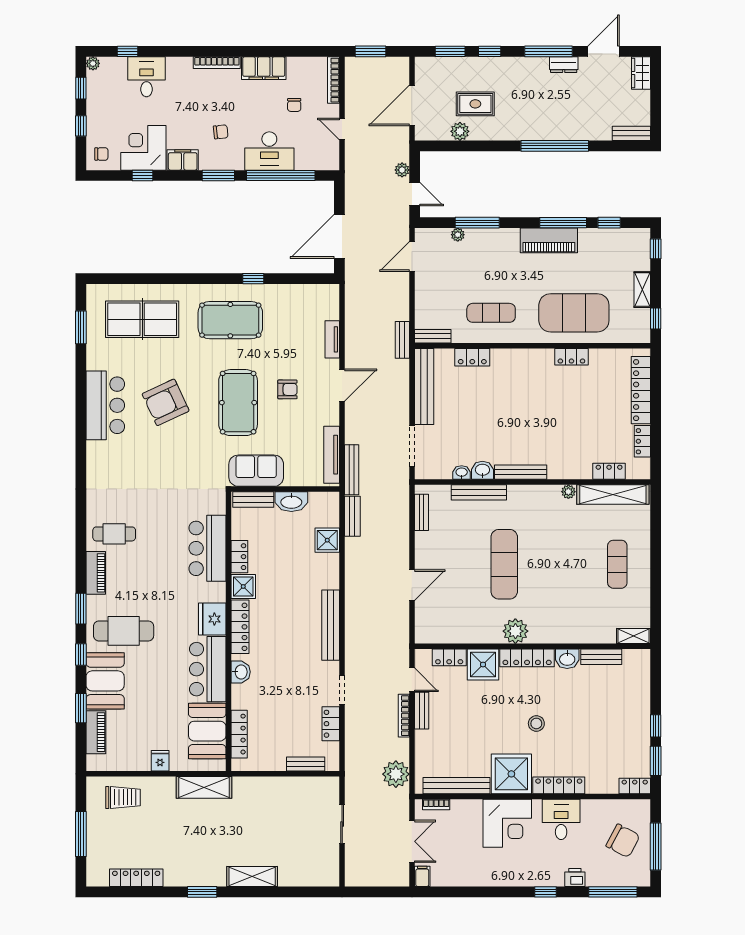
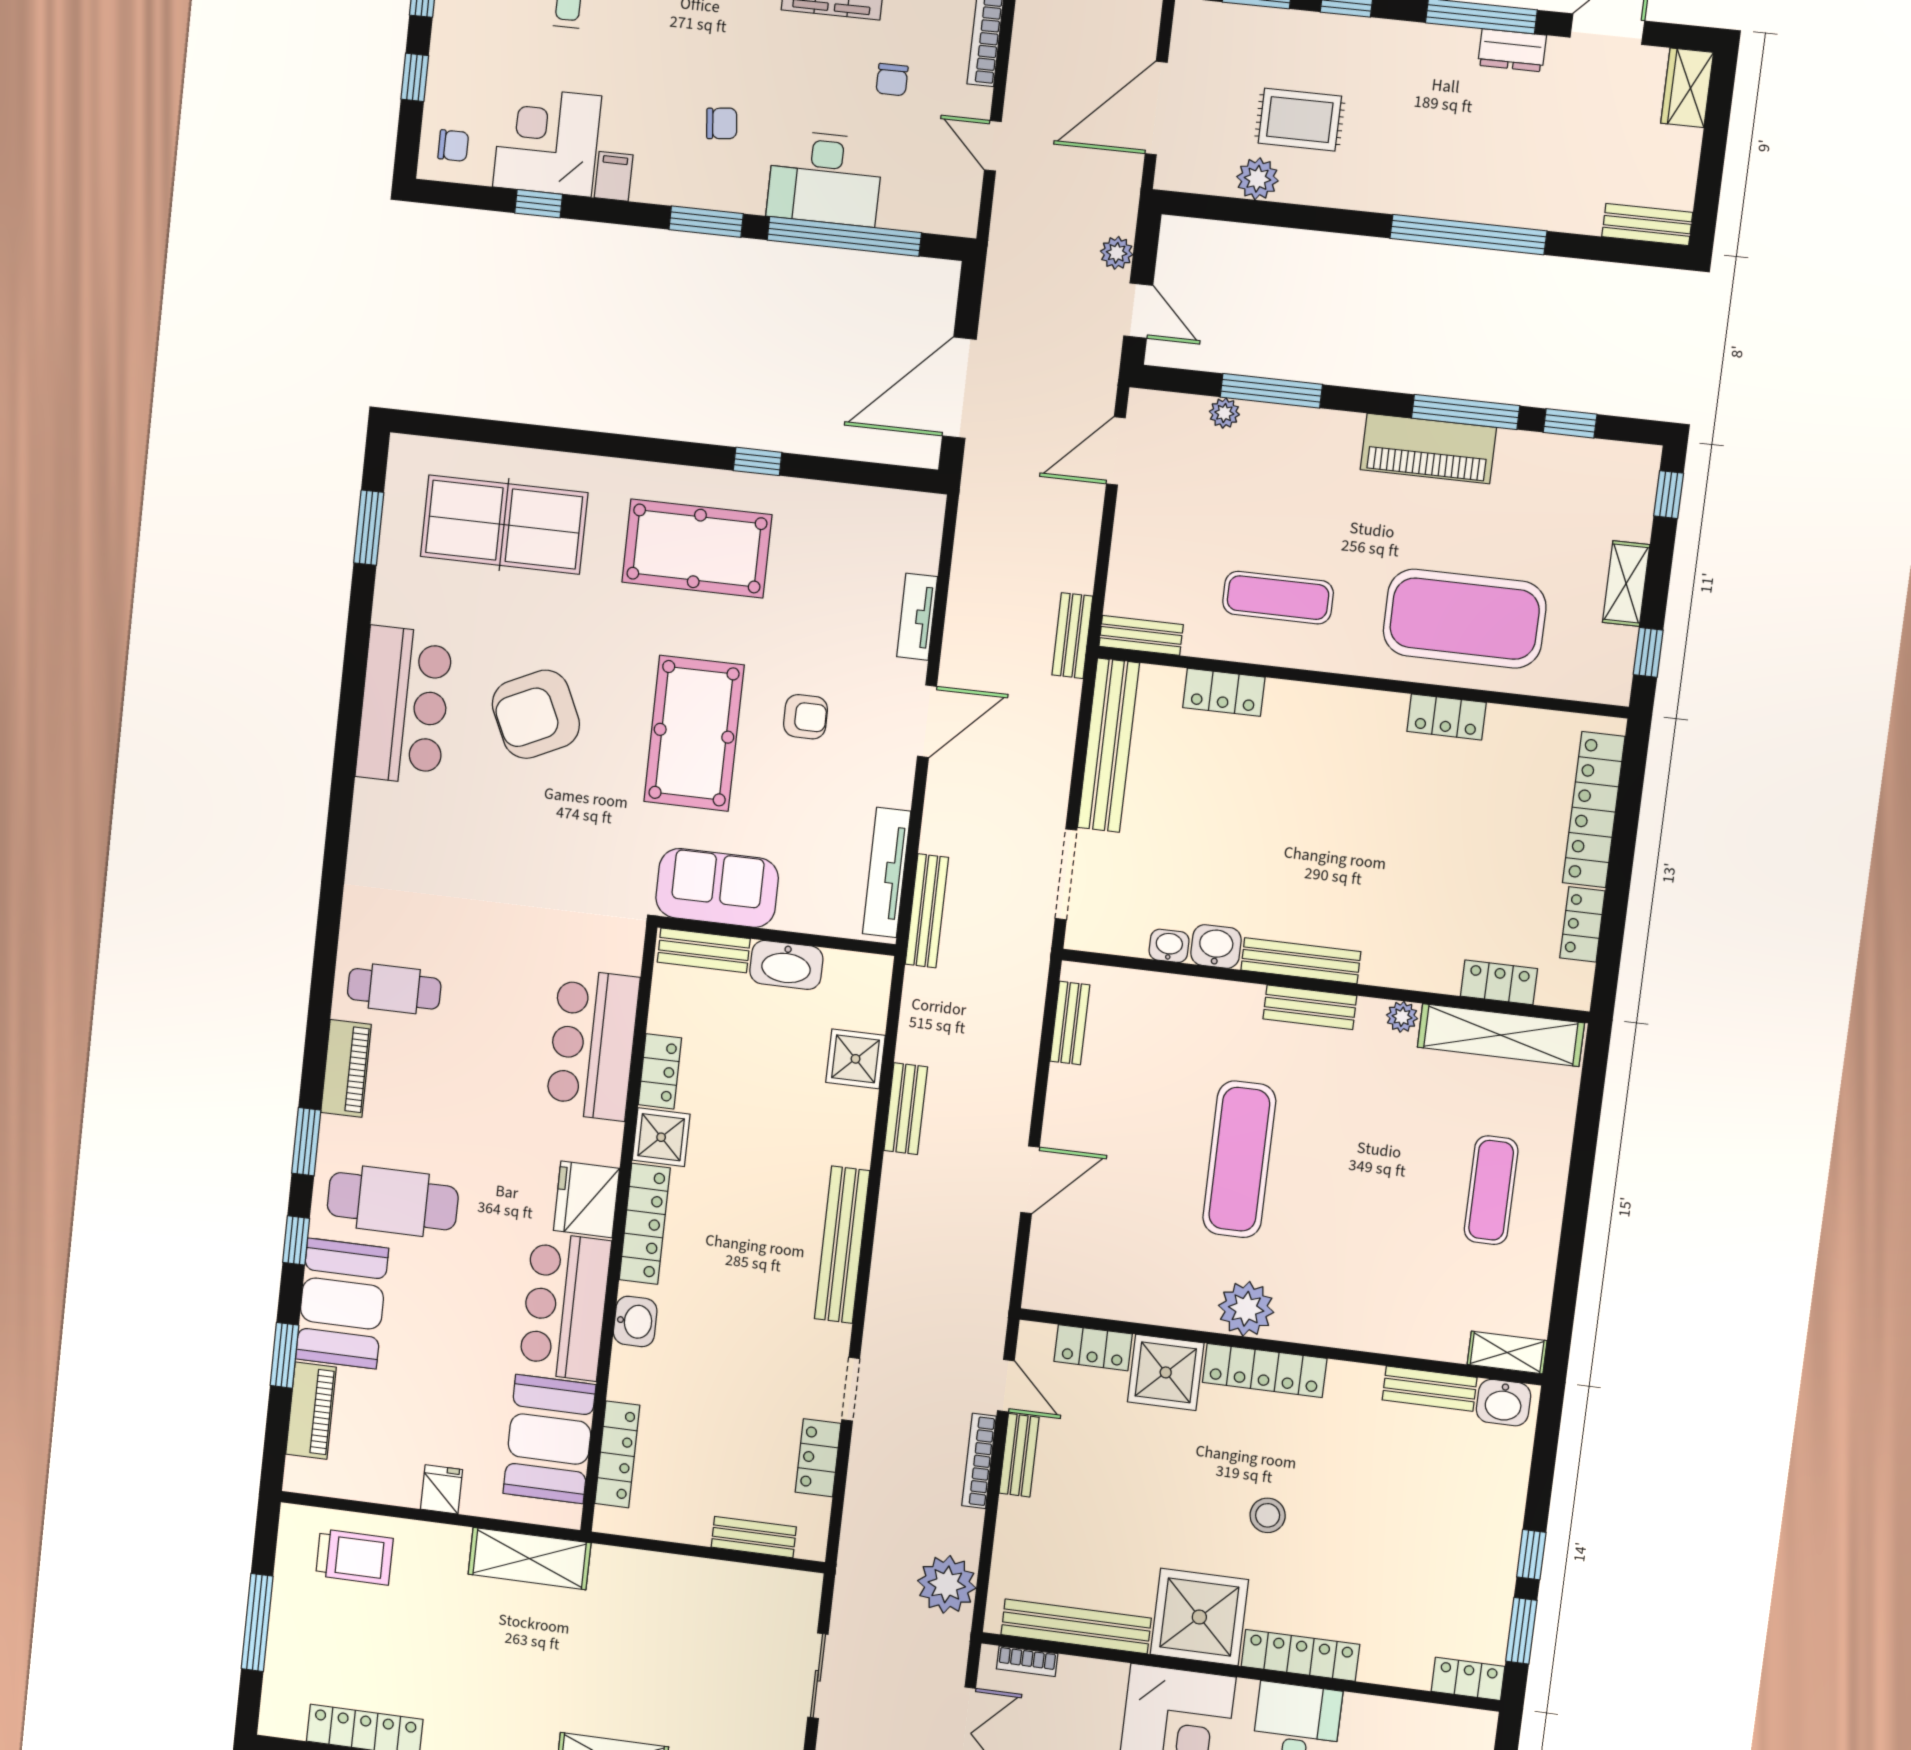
filing cabinet: (183, 160) -> (614, 176), width x0.50
bench: (479, 492) -> (1310, 1007), moved, width x0.73
bench: (352, 516) -> (906, 1109), moved
washbasin: (567, 659) -> (1503, 1403), moved

